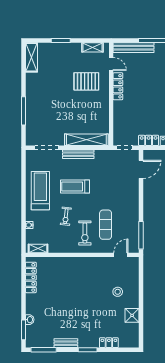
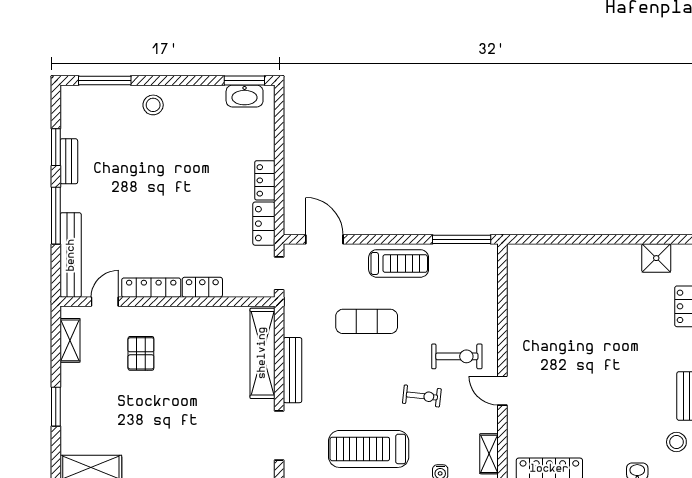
pallet: (86, 81) -> (141, 353), width x0.67, depth x0.71
locker: (118, 111) -> (202, 287), added
treadmill: (75, 187) -> (399, 263), moved, turned -90
exercise mat: (106, 225) -> (367, 321), moved
door: (121, 255) -> (502, 391), moved
stool: (118, 292) -> (676, 442), moved
shower: (132, 315) -> (656, 258), moved

